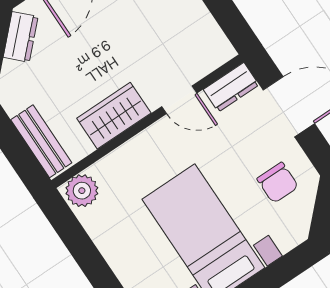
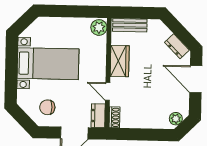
shoe rack: (215, 58) -> (114, 117), added
door: (179, 100) -> (108, 91), hinge flipped

